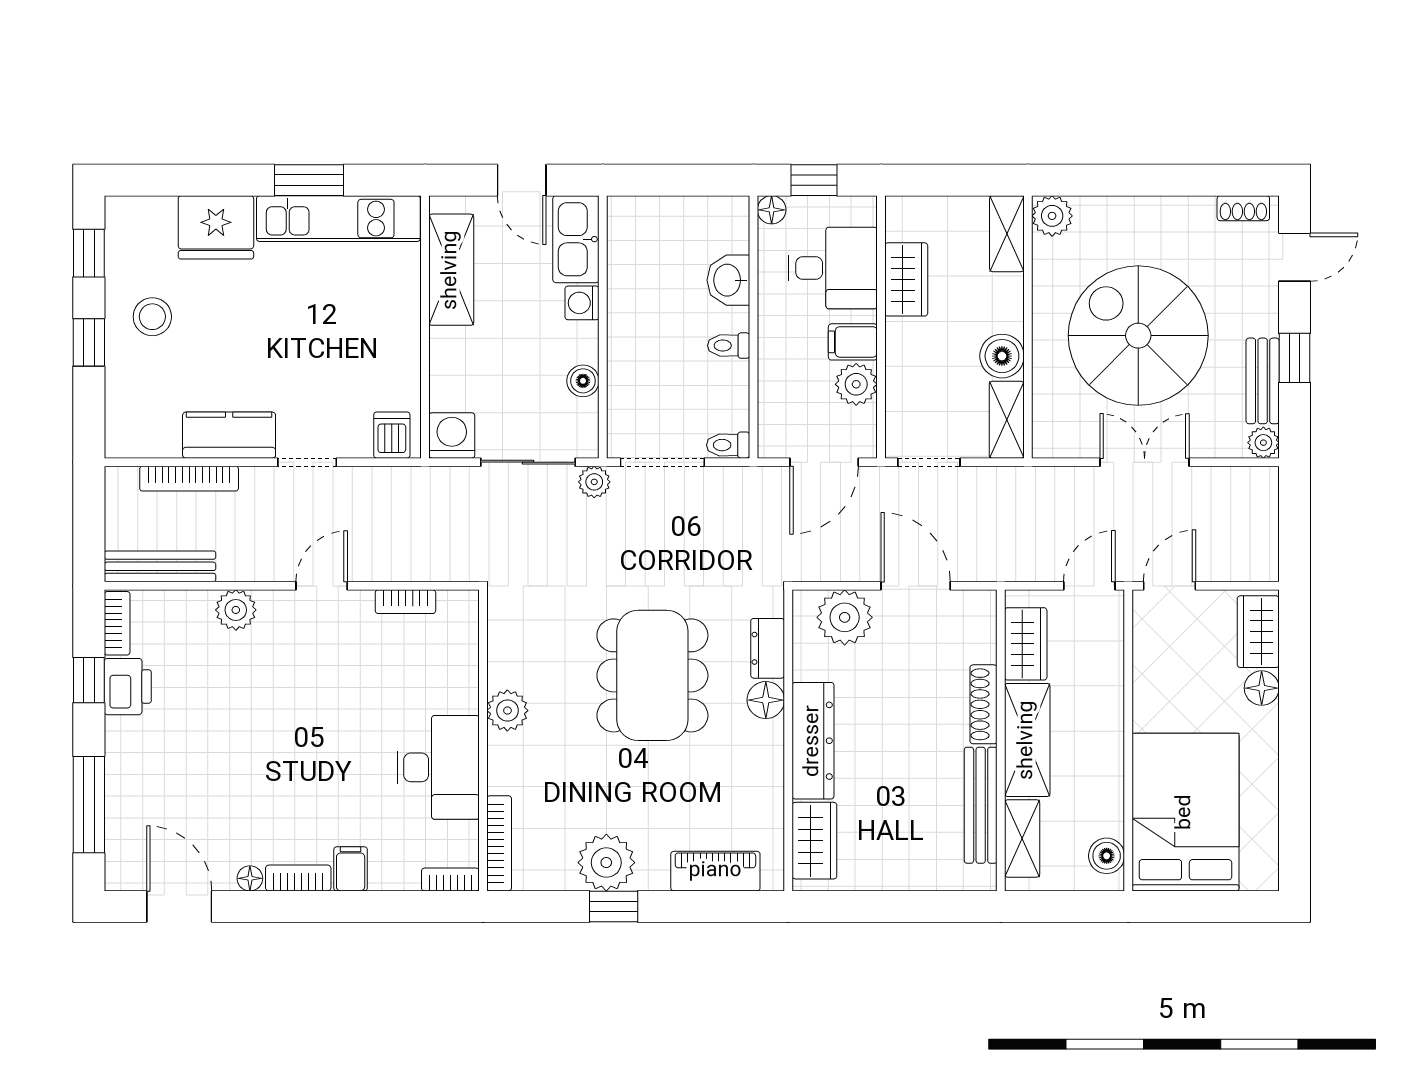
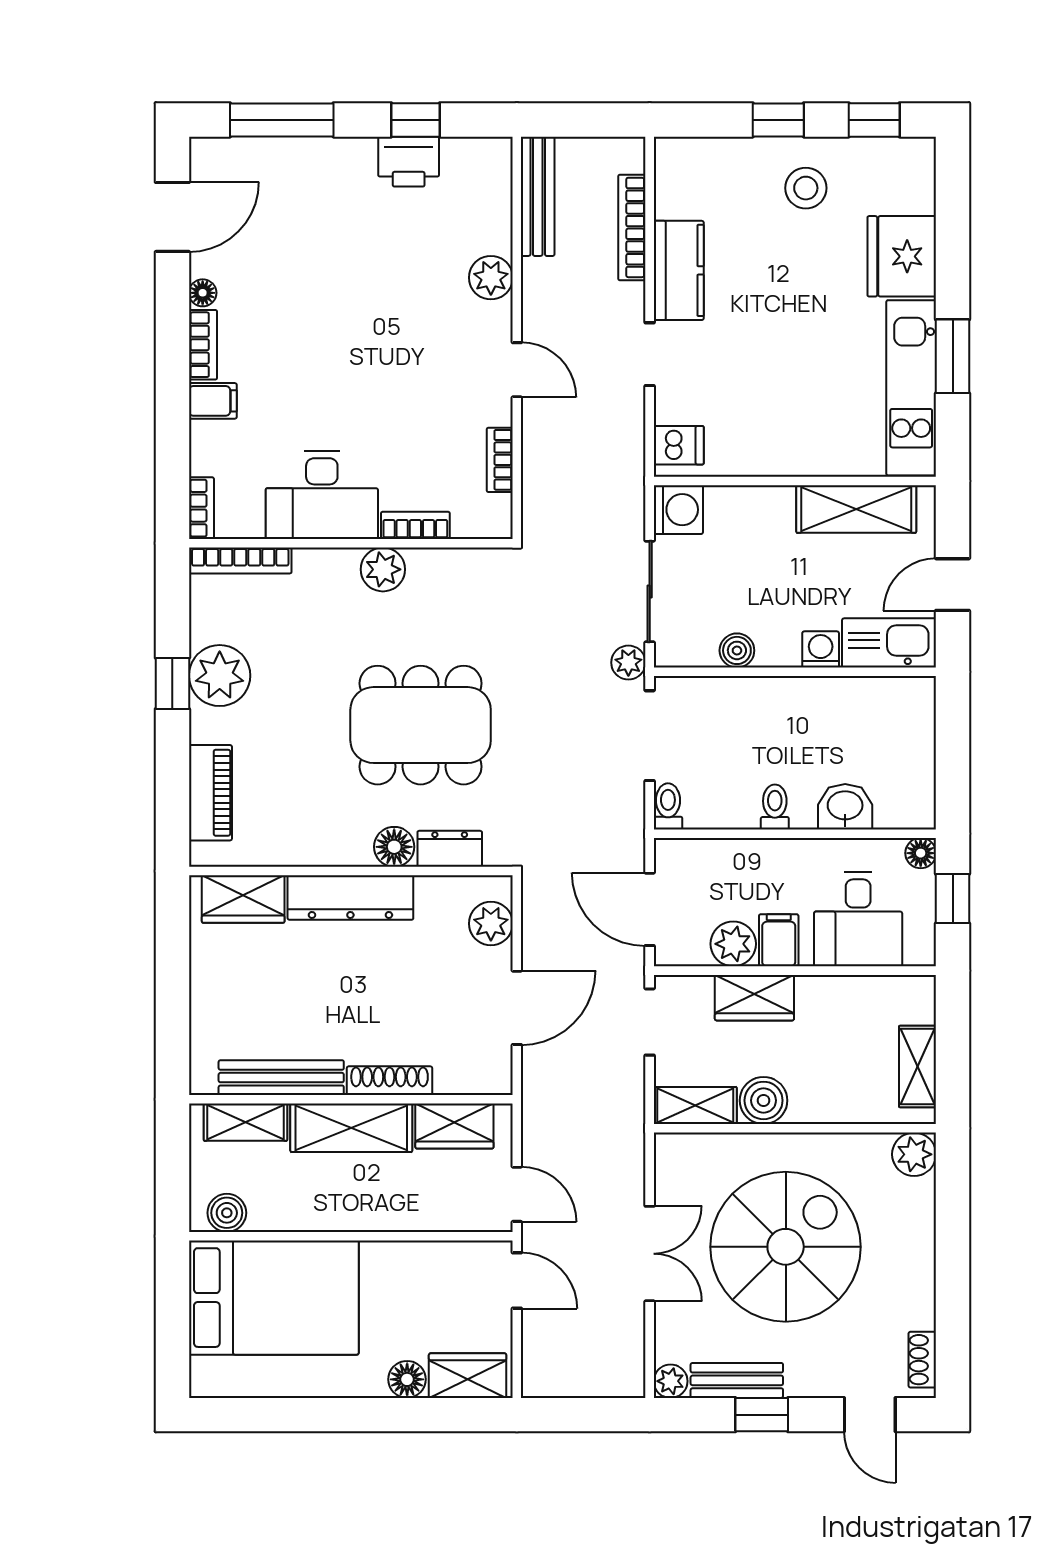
shelving: (1007, 234) -> (918, 1067), moved, turned 90
wardrobe: (906, 279) -> (754, 998), moved
plant: (845, 617) -> (491, 924), width x0.73, depth x0.73
bookcase: (117, 623) -> (415, 525), moved, turned 180

